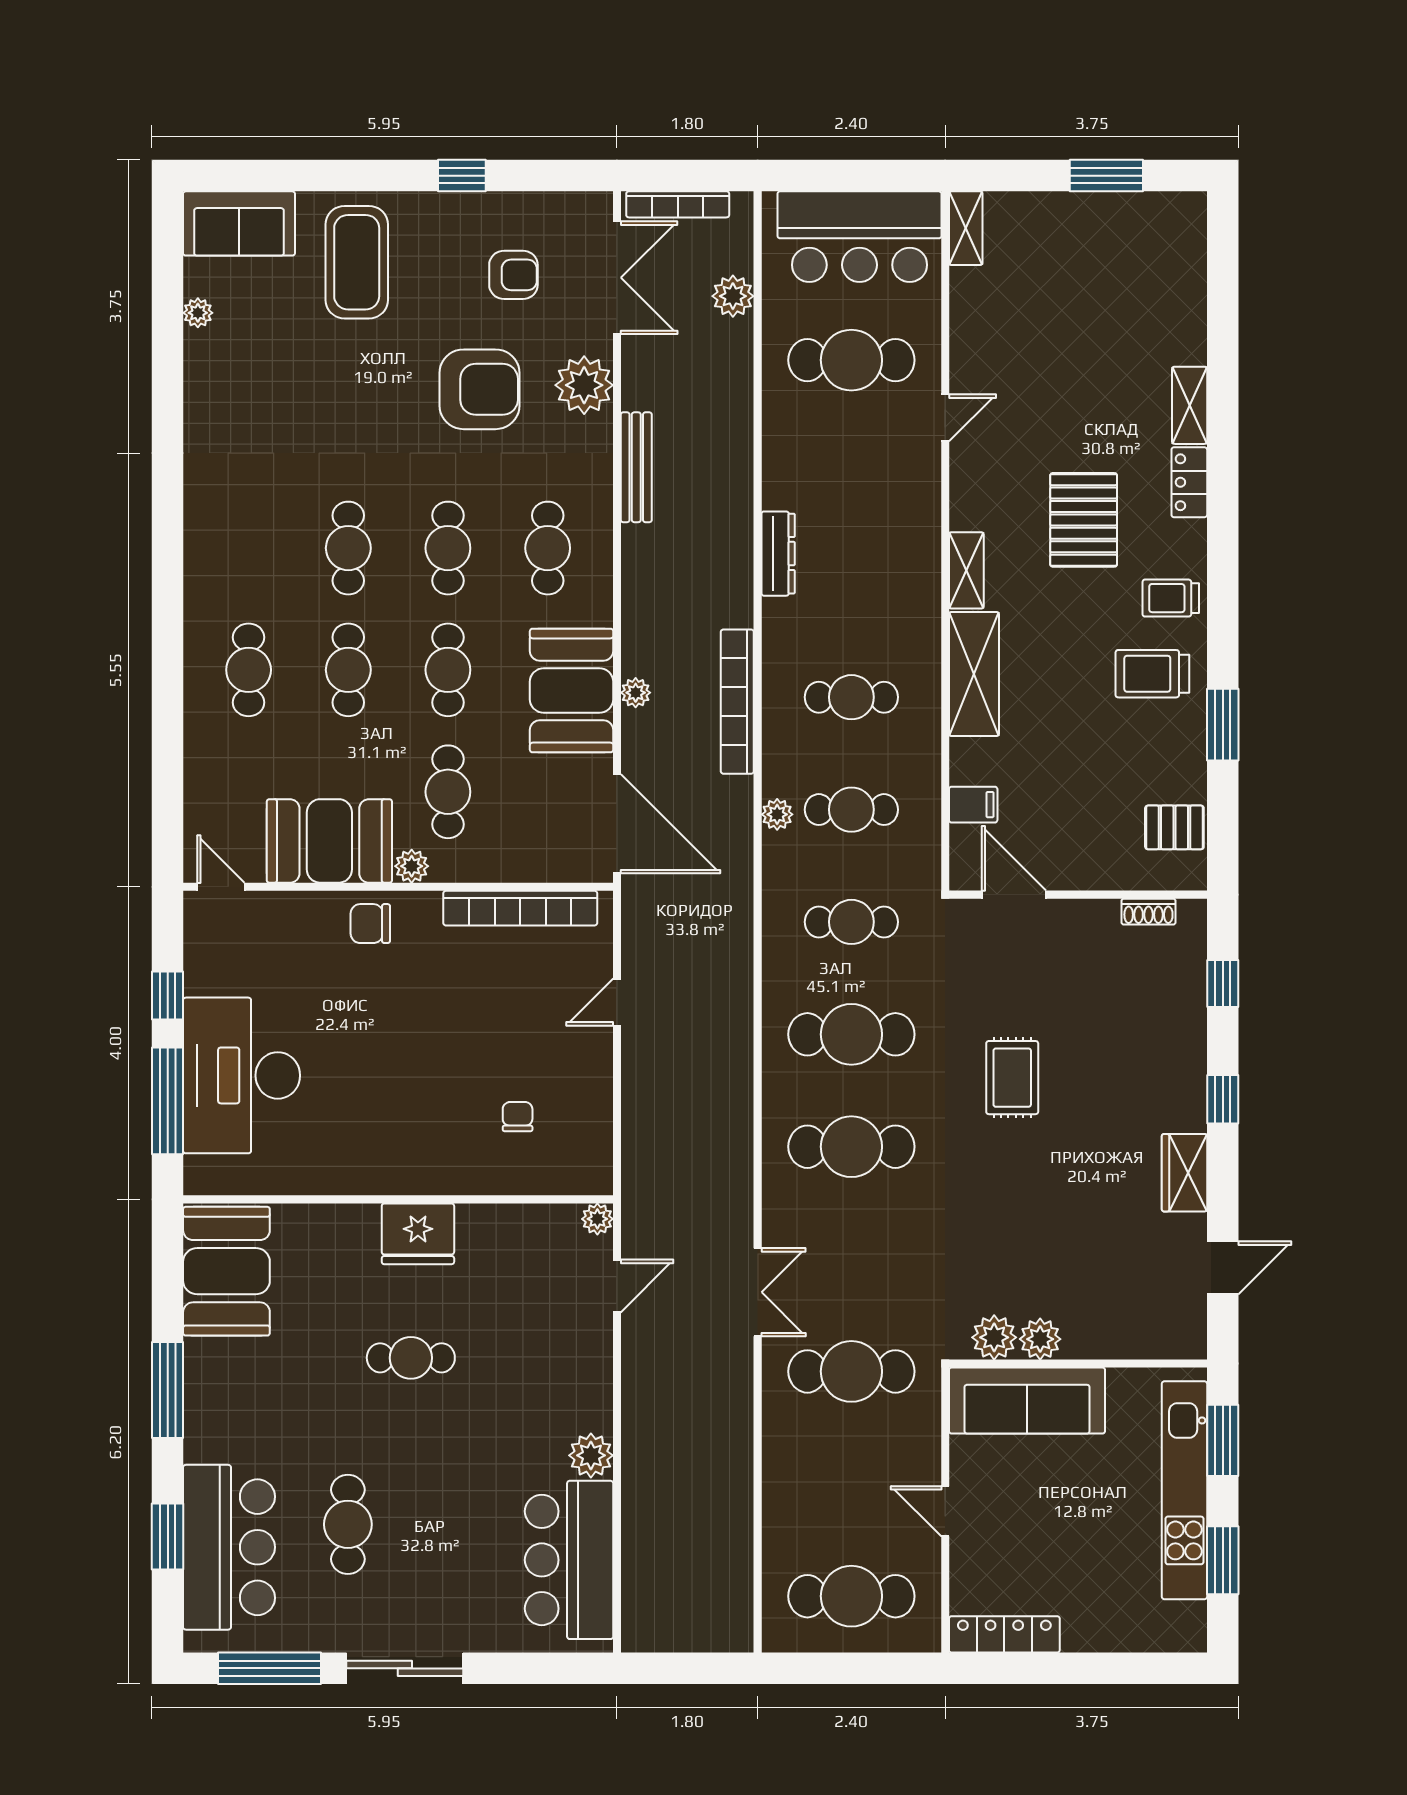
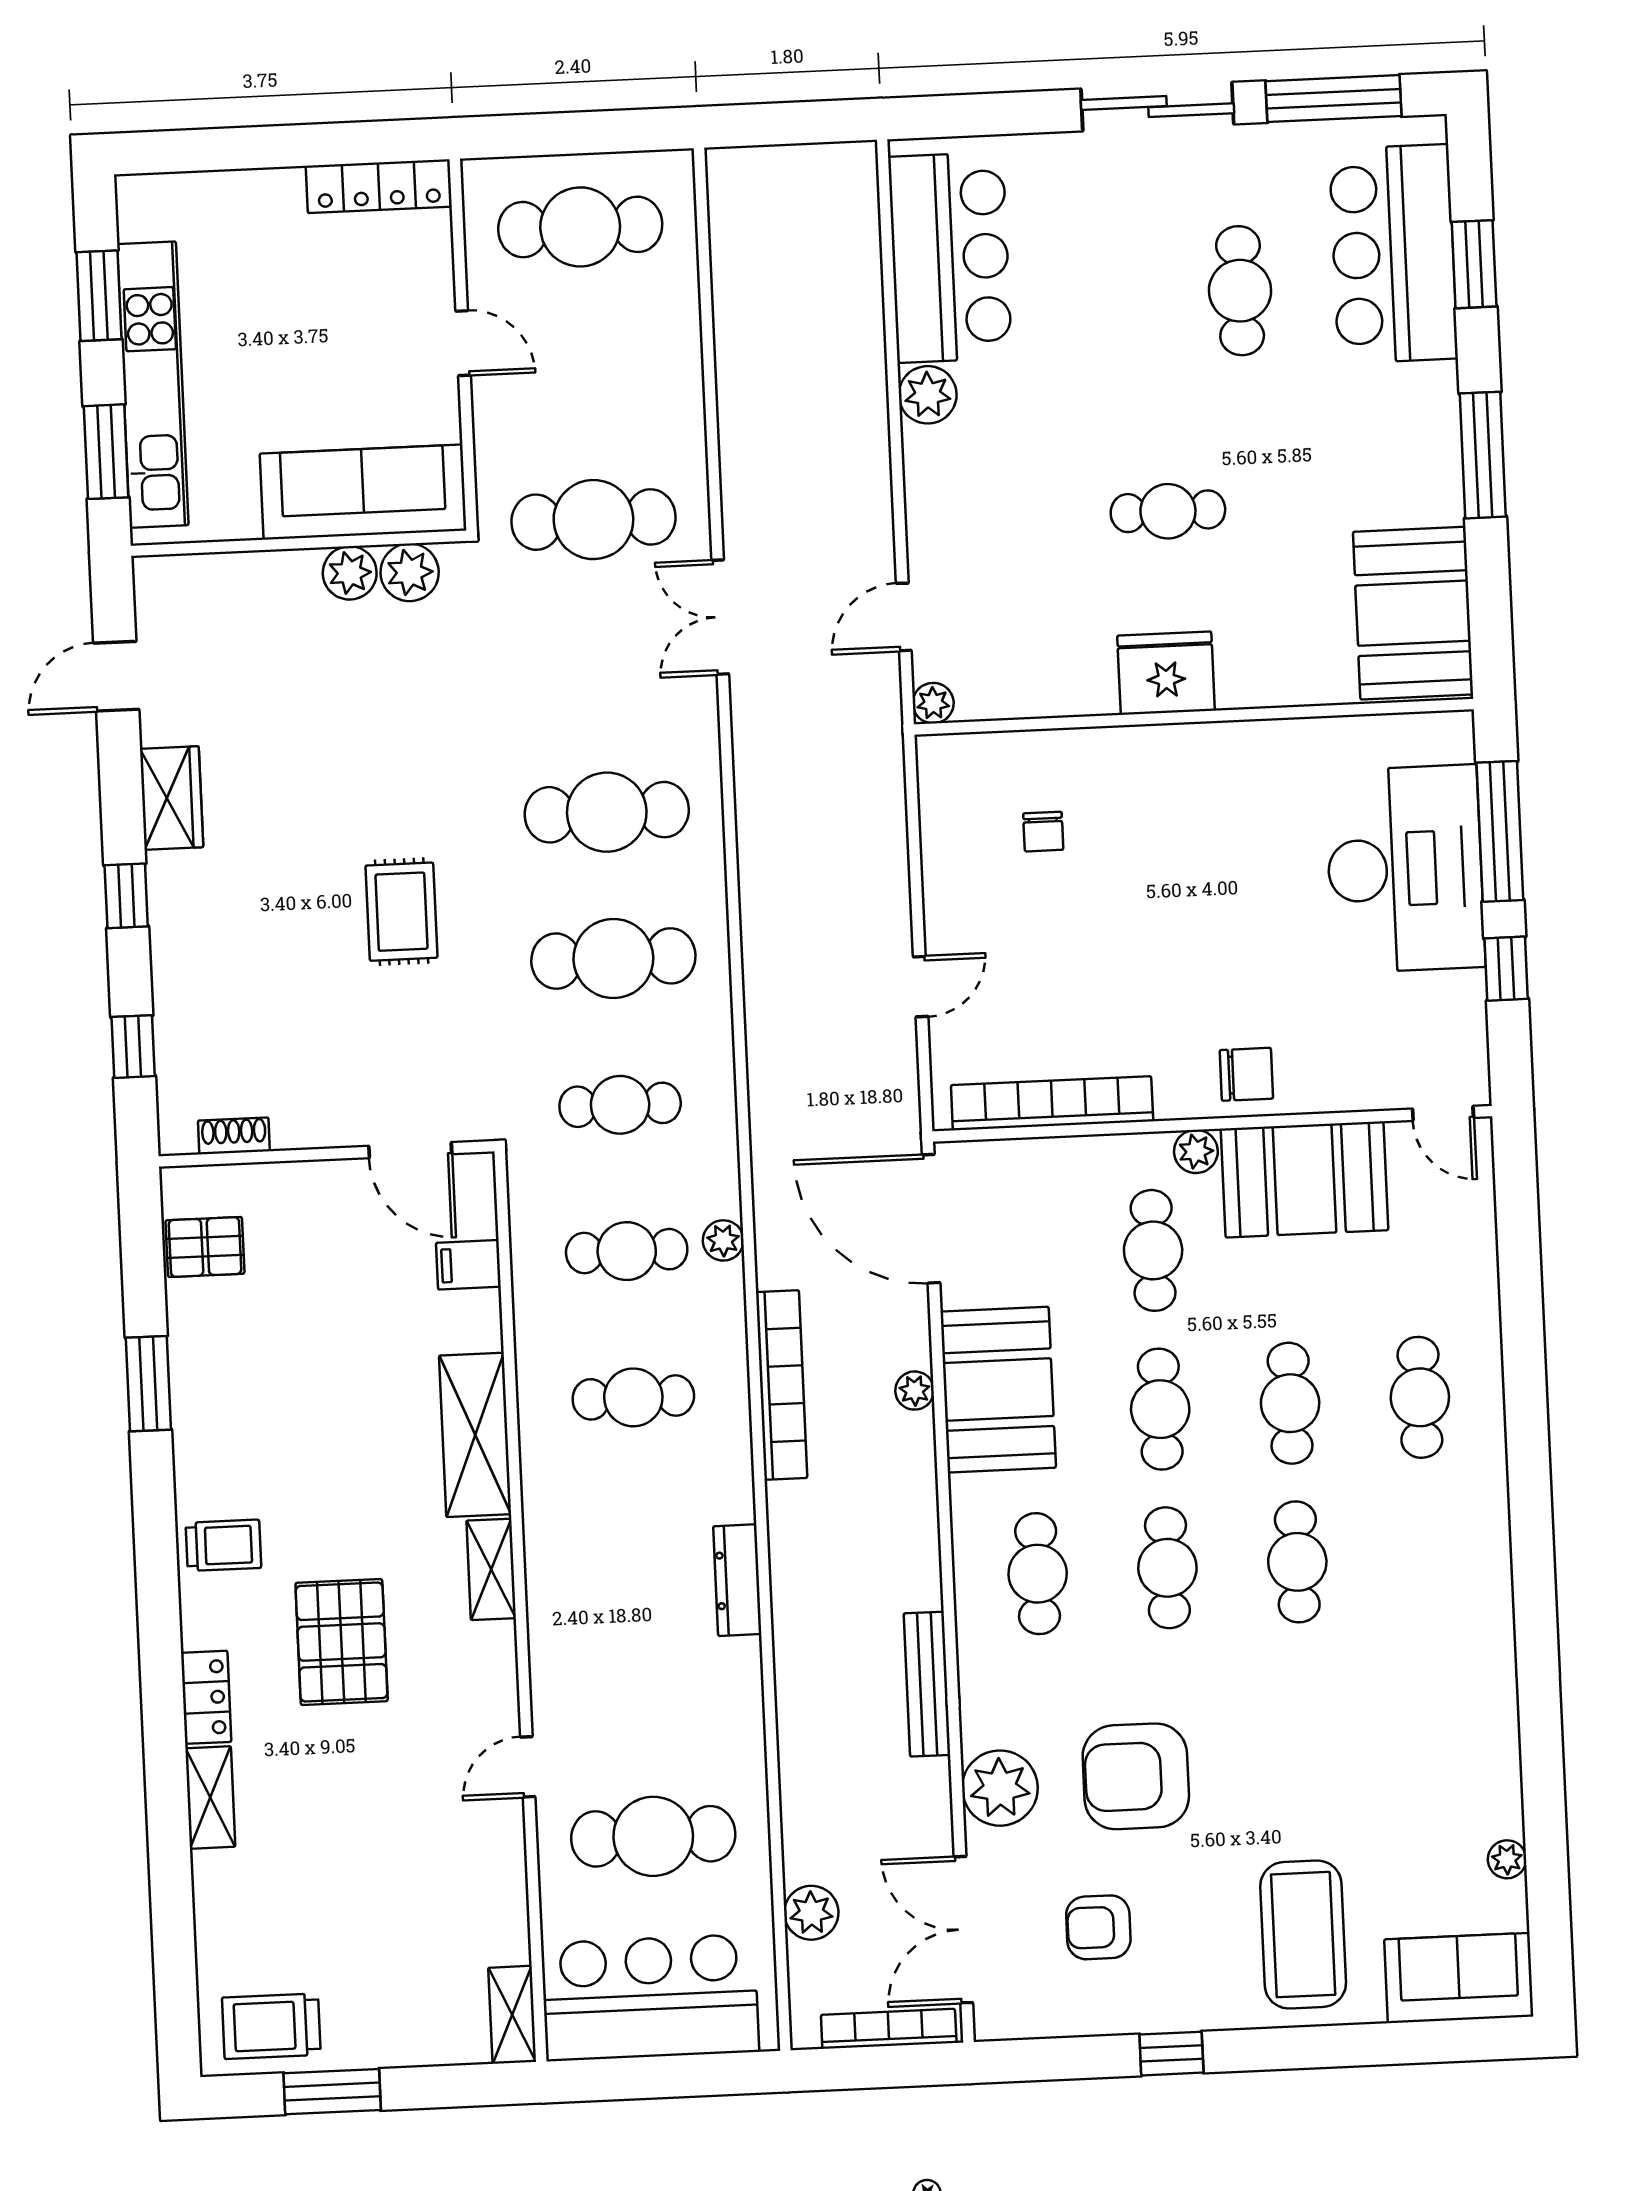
trolley: (1152, 674) -> (271, 2026), moved, turned 180

